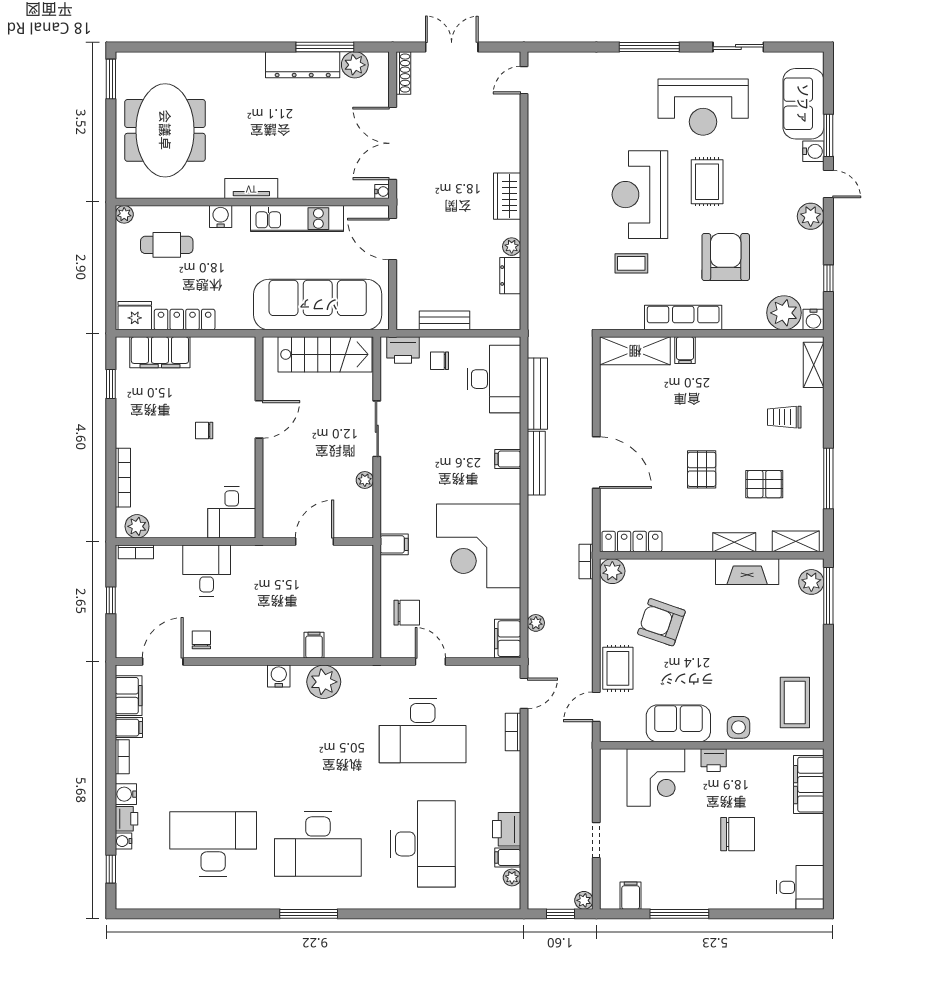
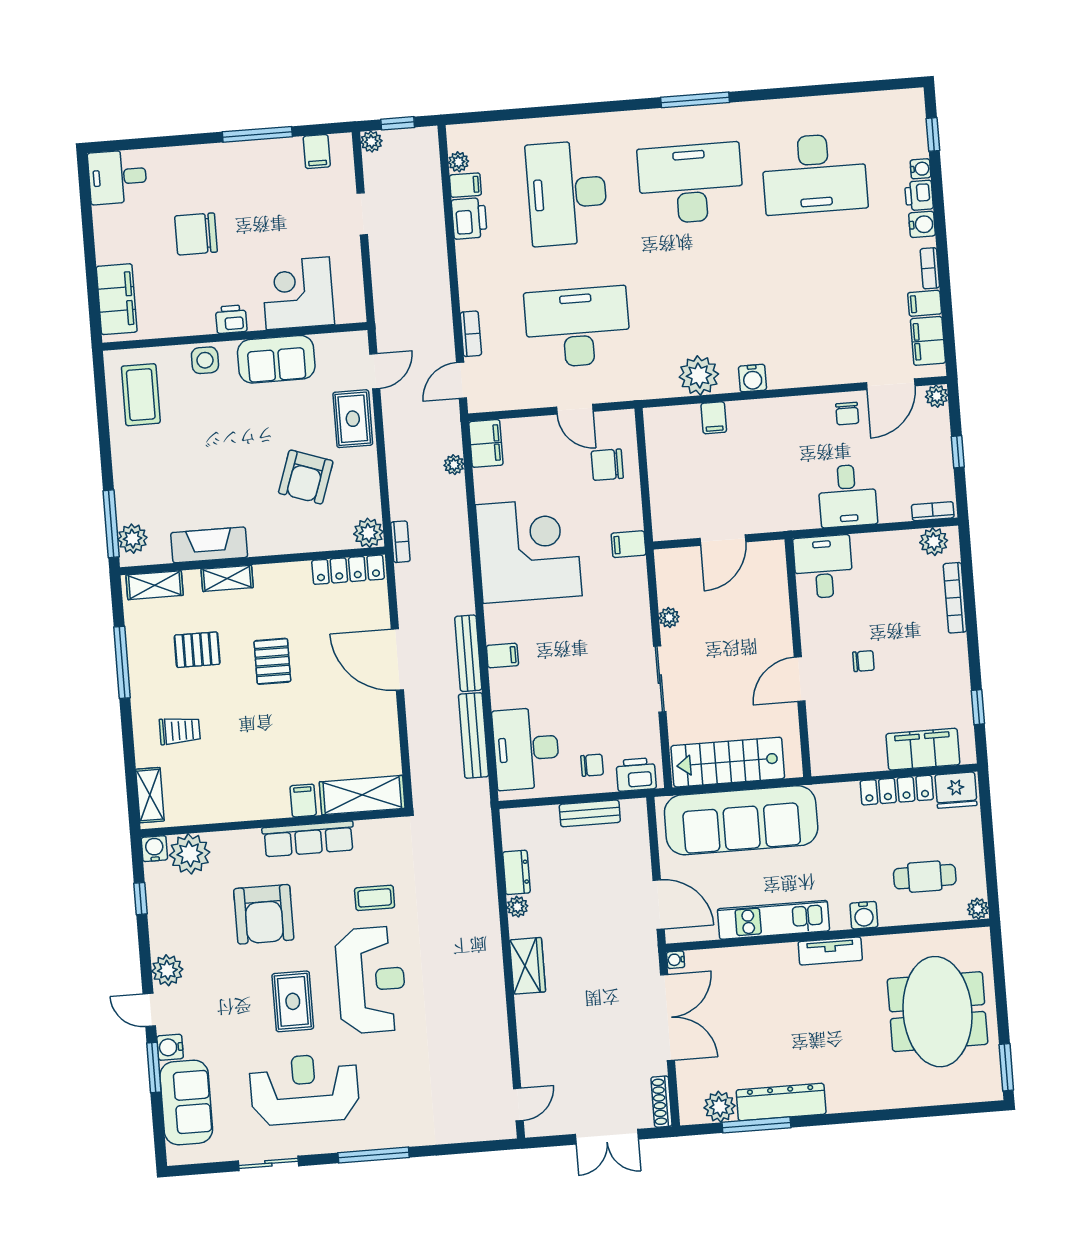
armchair: (661, 622) -> (306, 477), turned 90
plant: (125, 649) -> (937, 396), added

